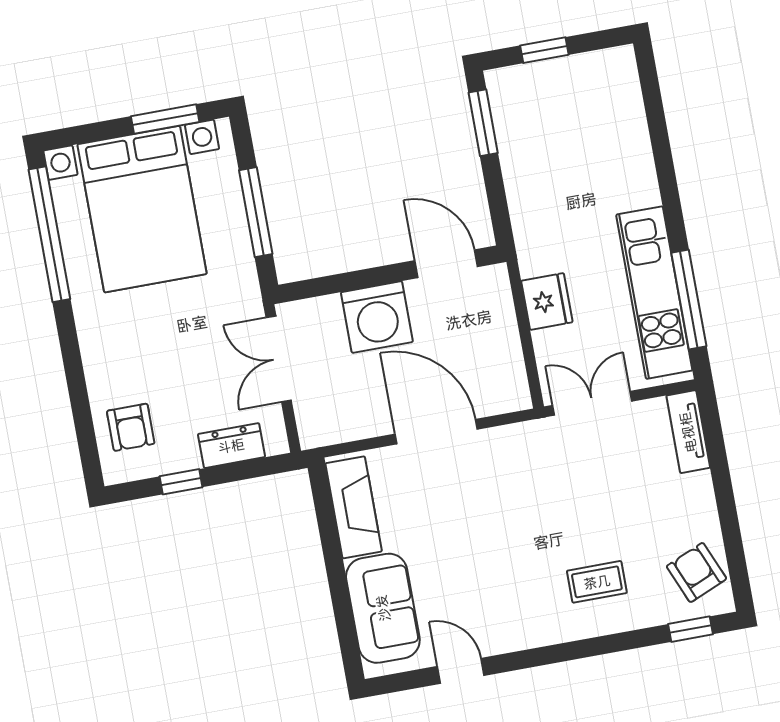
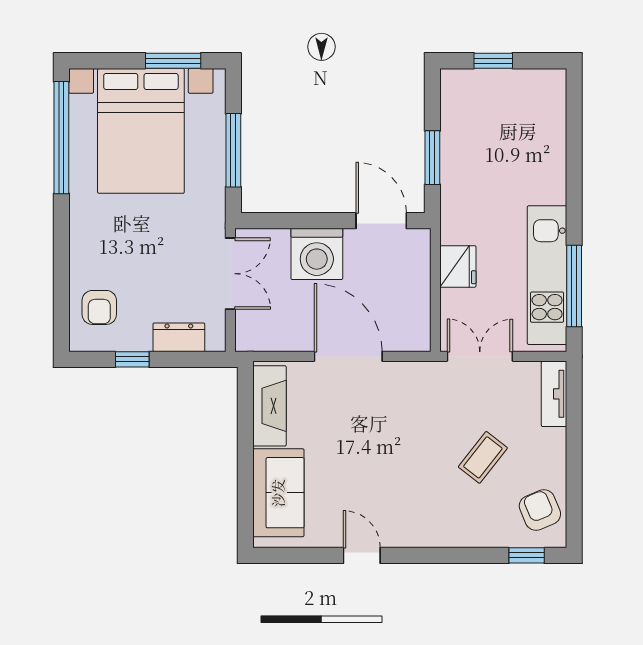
window: (483, 123) -> (432, 158), moved
double door: (279, 359) -> (230, 274), swing flipped
coffee table: (597, 582) -> (483, 457), moved, turned -52
door: (461, 671) -> (362, 555), moved

